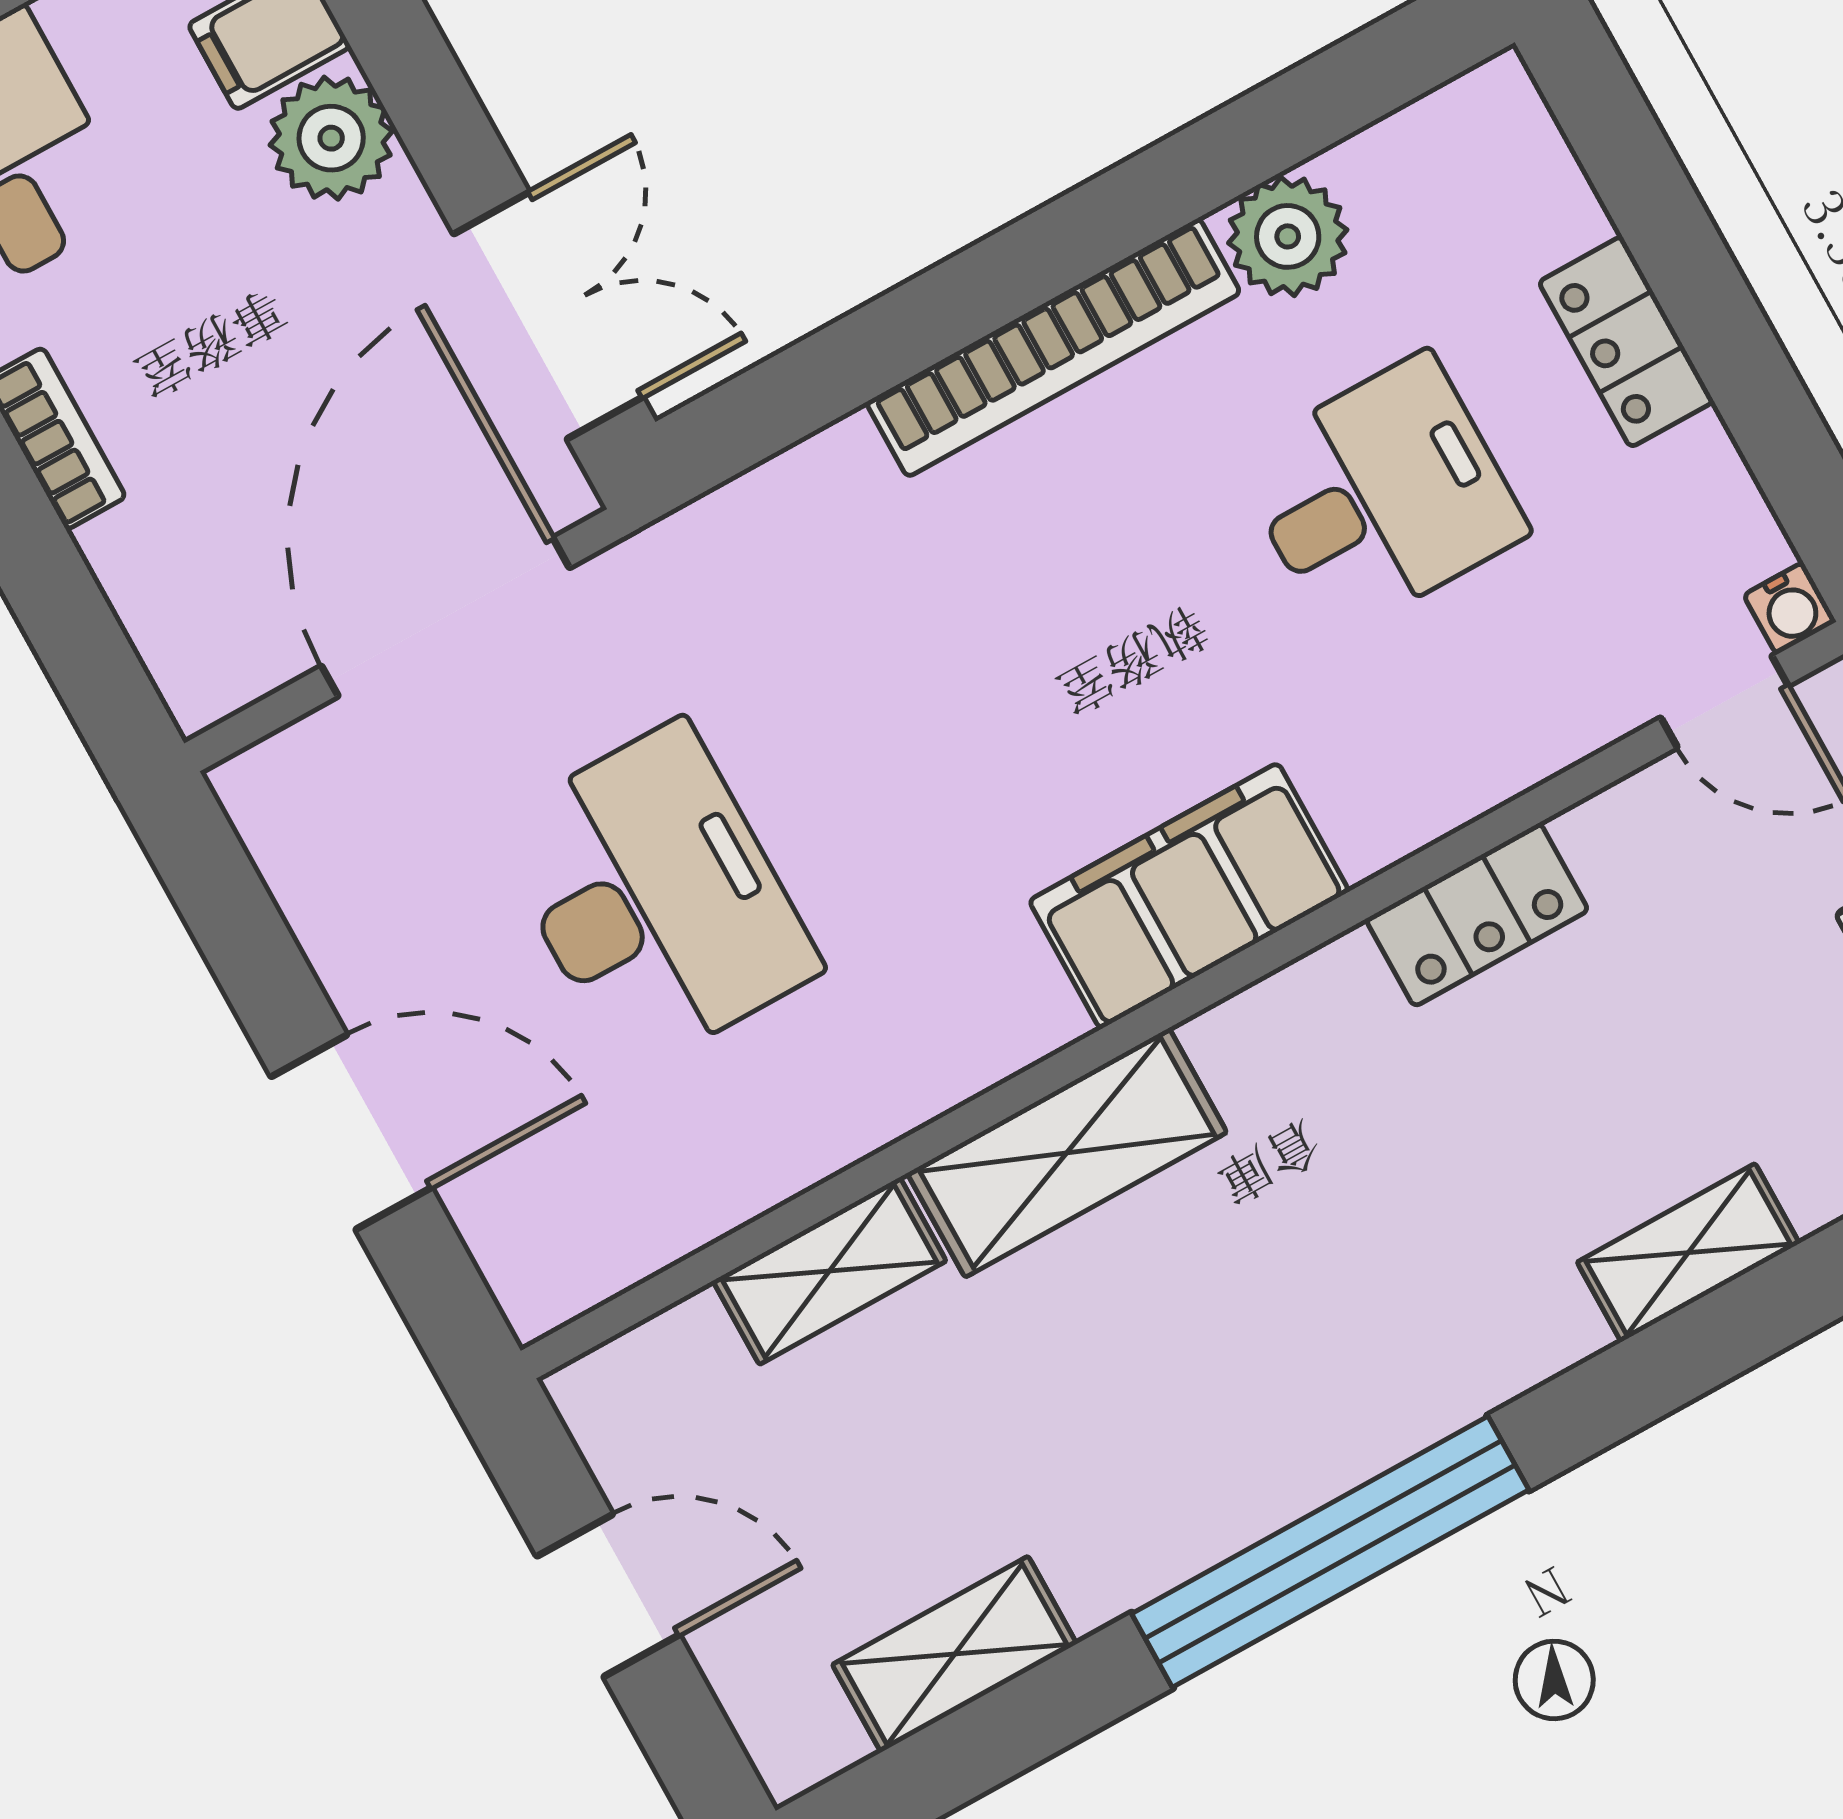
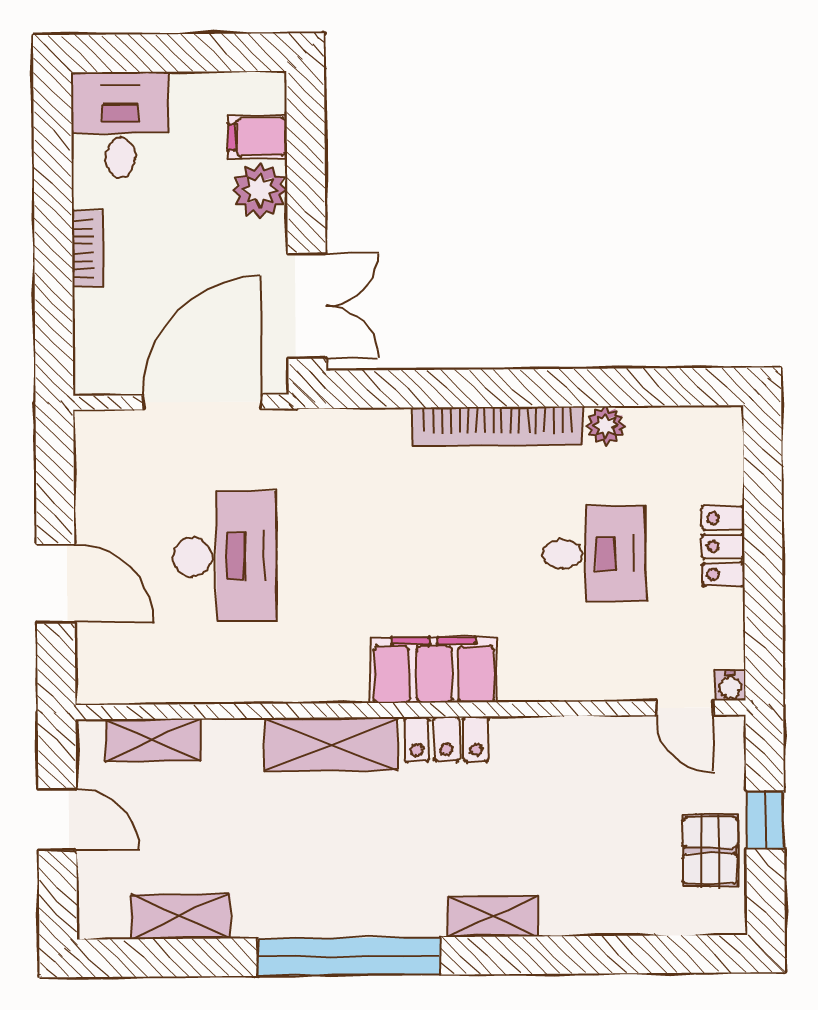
plant: (1288, 236) -> (606, 426), width x0.73, depth x0.73
locker: (1477, 915) -> (446, 739), moved
shelving: (1688, 1253) -> (492, 916), moved
shelving: (829, 1271) -> (153, 740), moved

